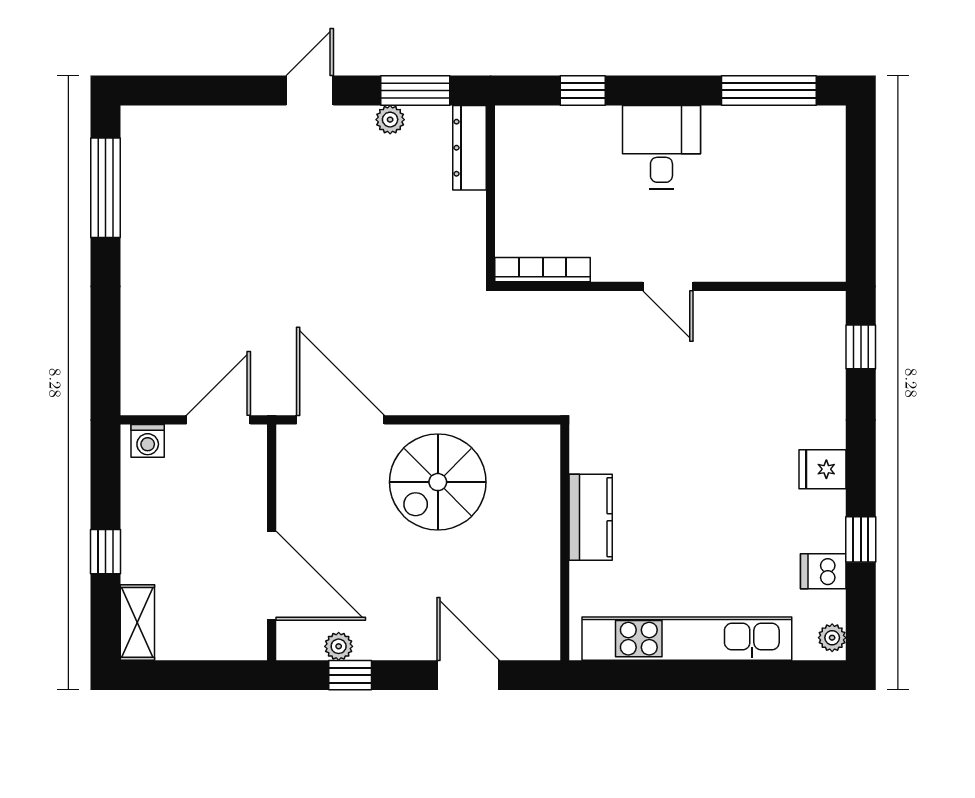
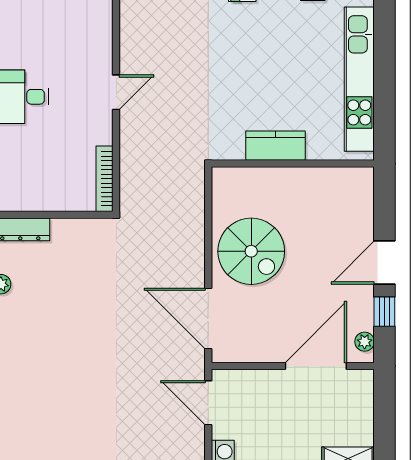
door: (340, 420) -> (208, 318), hinge flipped
plant: (339, 646) -> (365, 342), moved
door: (468, 675) -> (384, 262), moved

